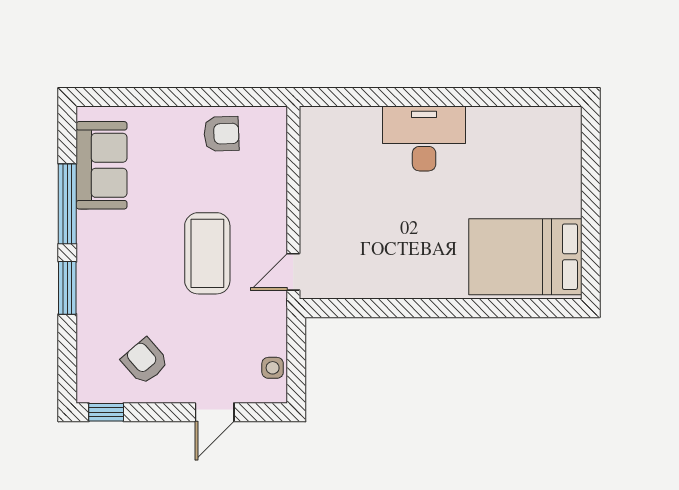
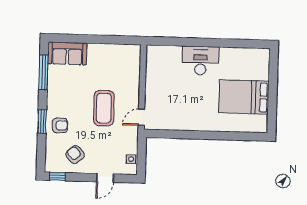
armchair: (222, 134) -> (60, 125), moved
sofa: (102, 165) -> (67, 53), moved, turned 90
window: (67, 204) -> (44, 72), moved
bed: (525, 257) -> (244, 97), moved

